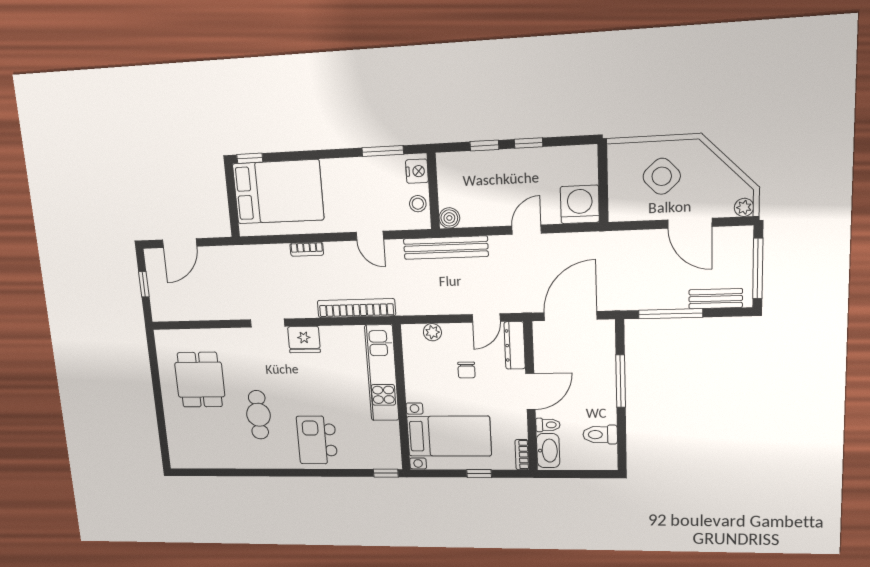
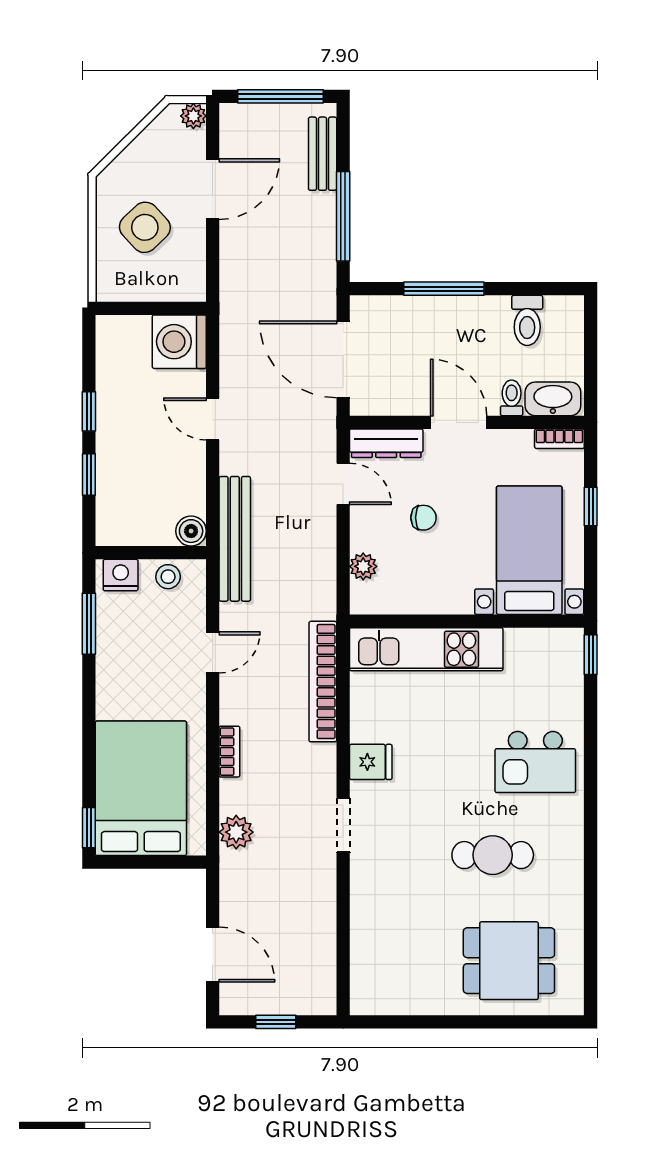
plant: (257, 255) -> (236, 832), added
fridge: (304, 340) -> (371, 762), width x0.72
dining table: (200, 380) -> (509, 961), moved

